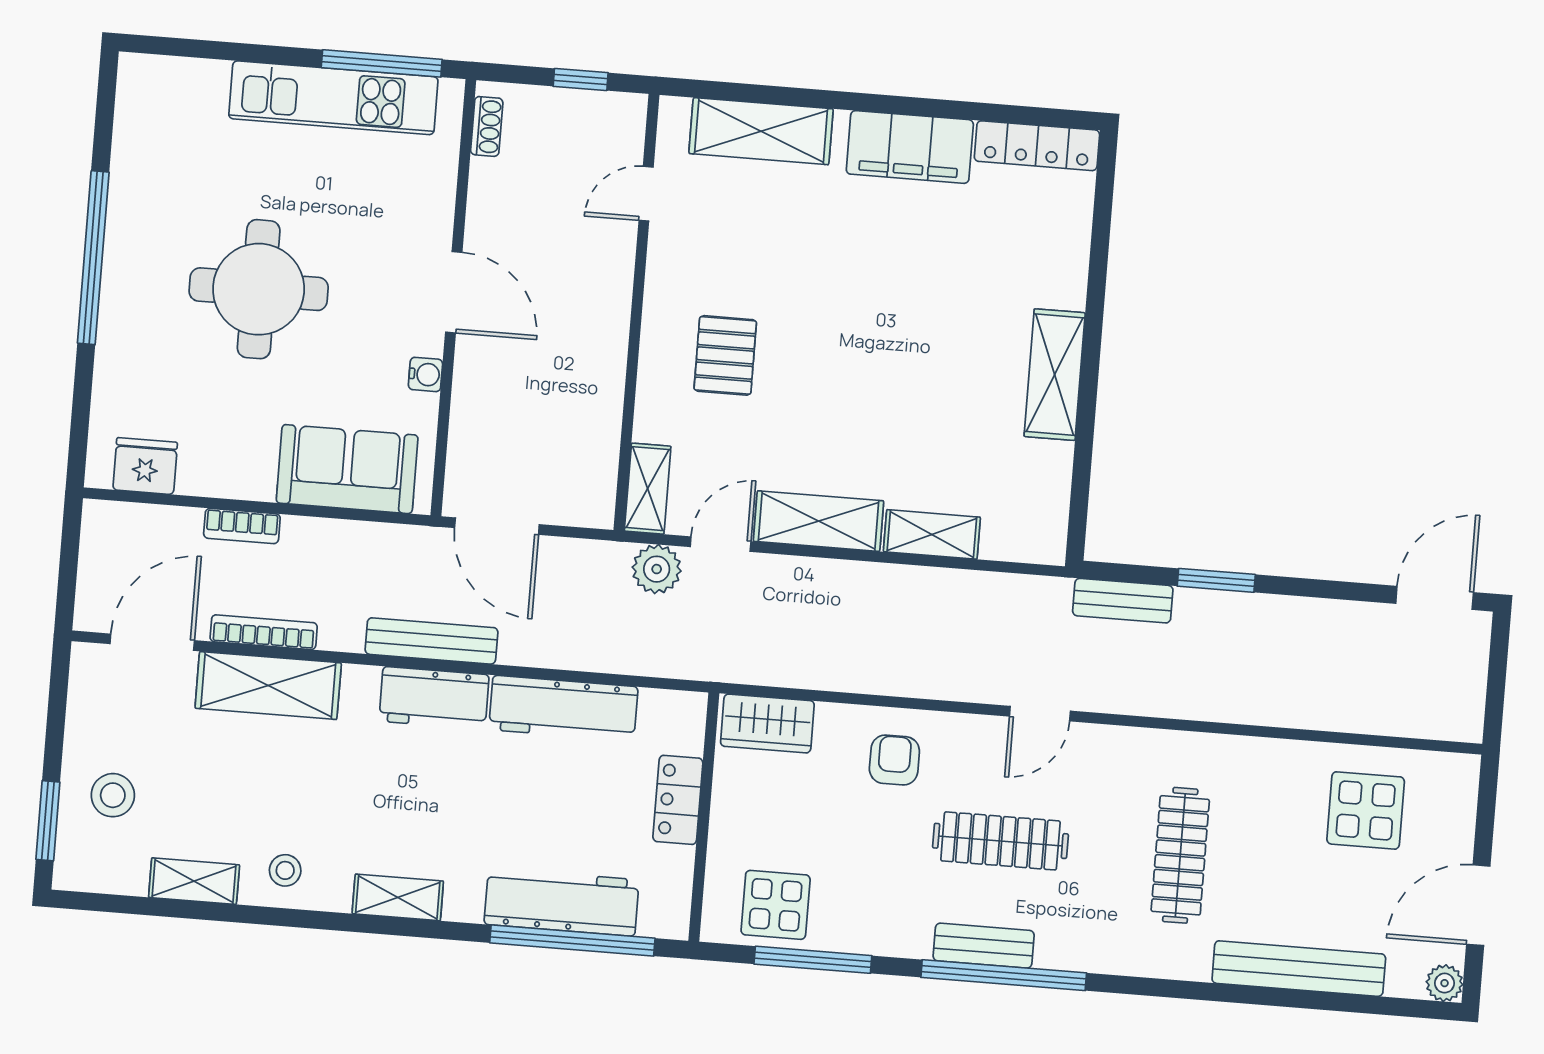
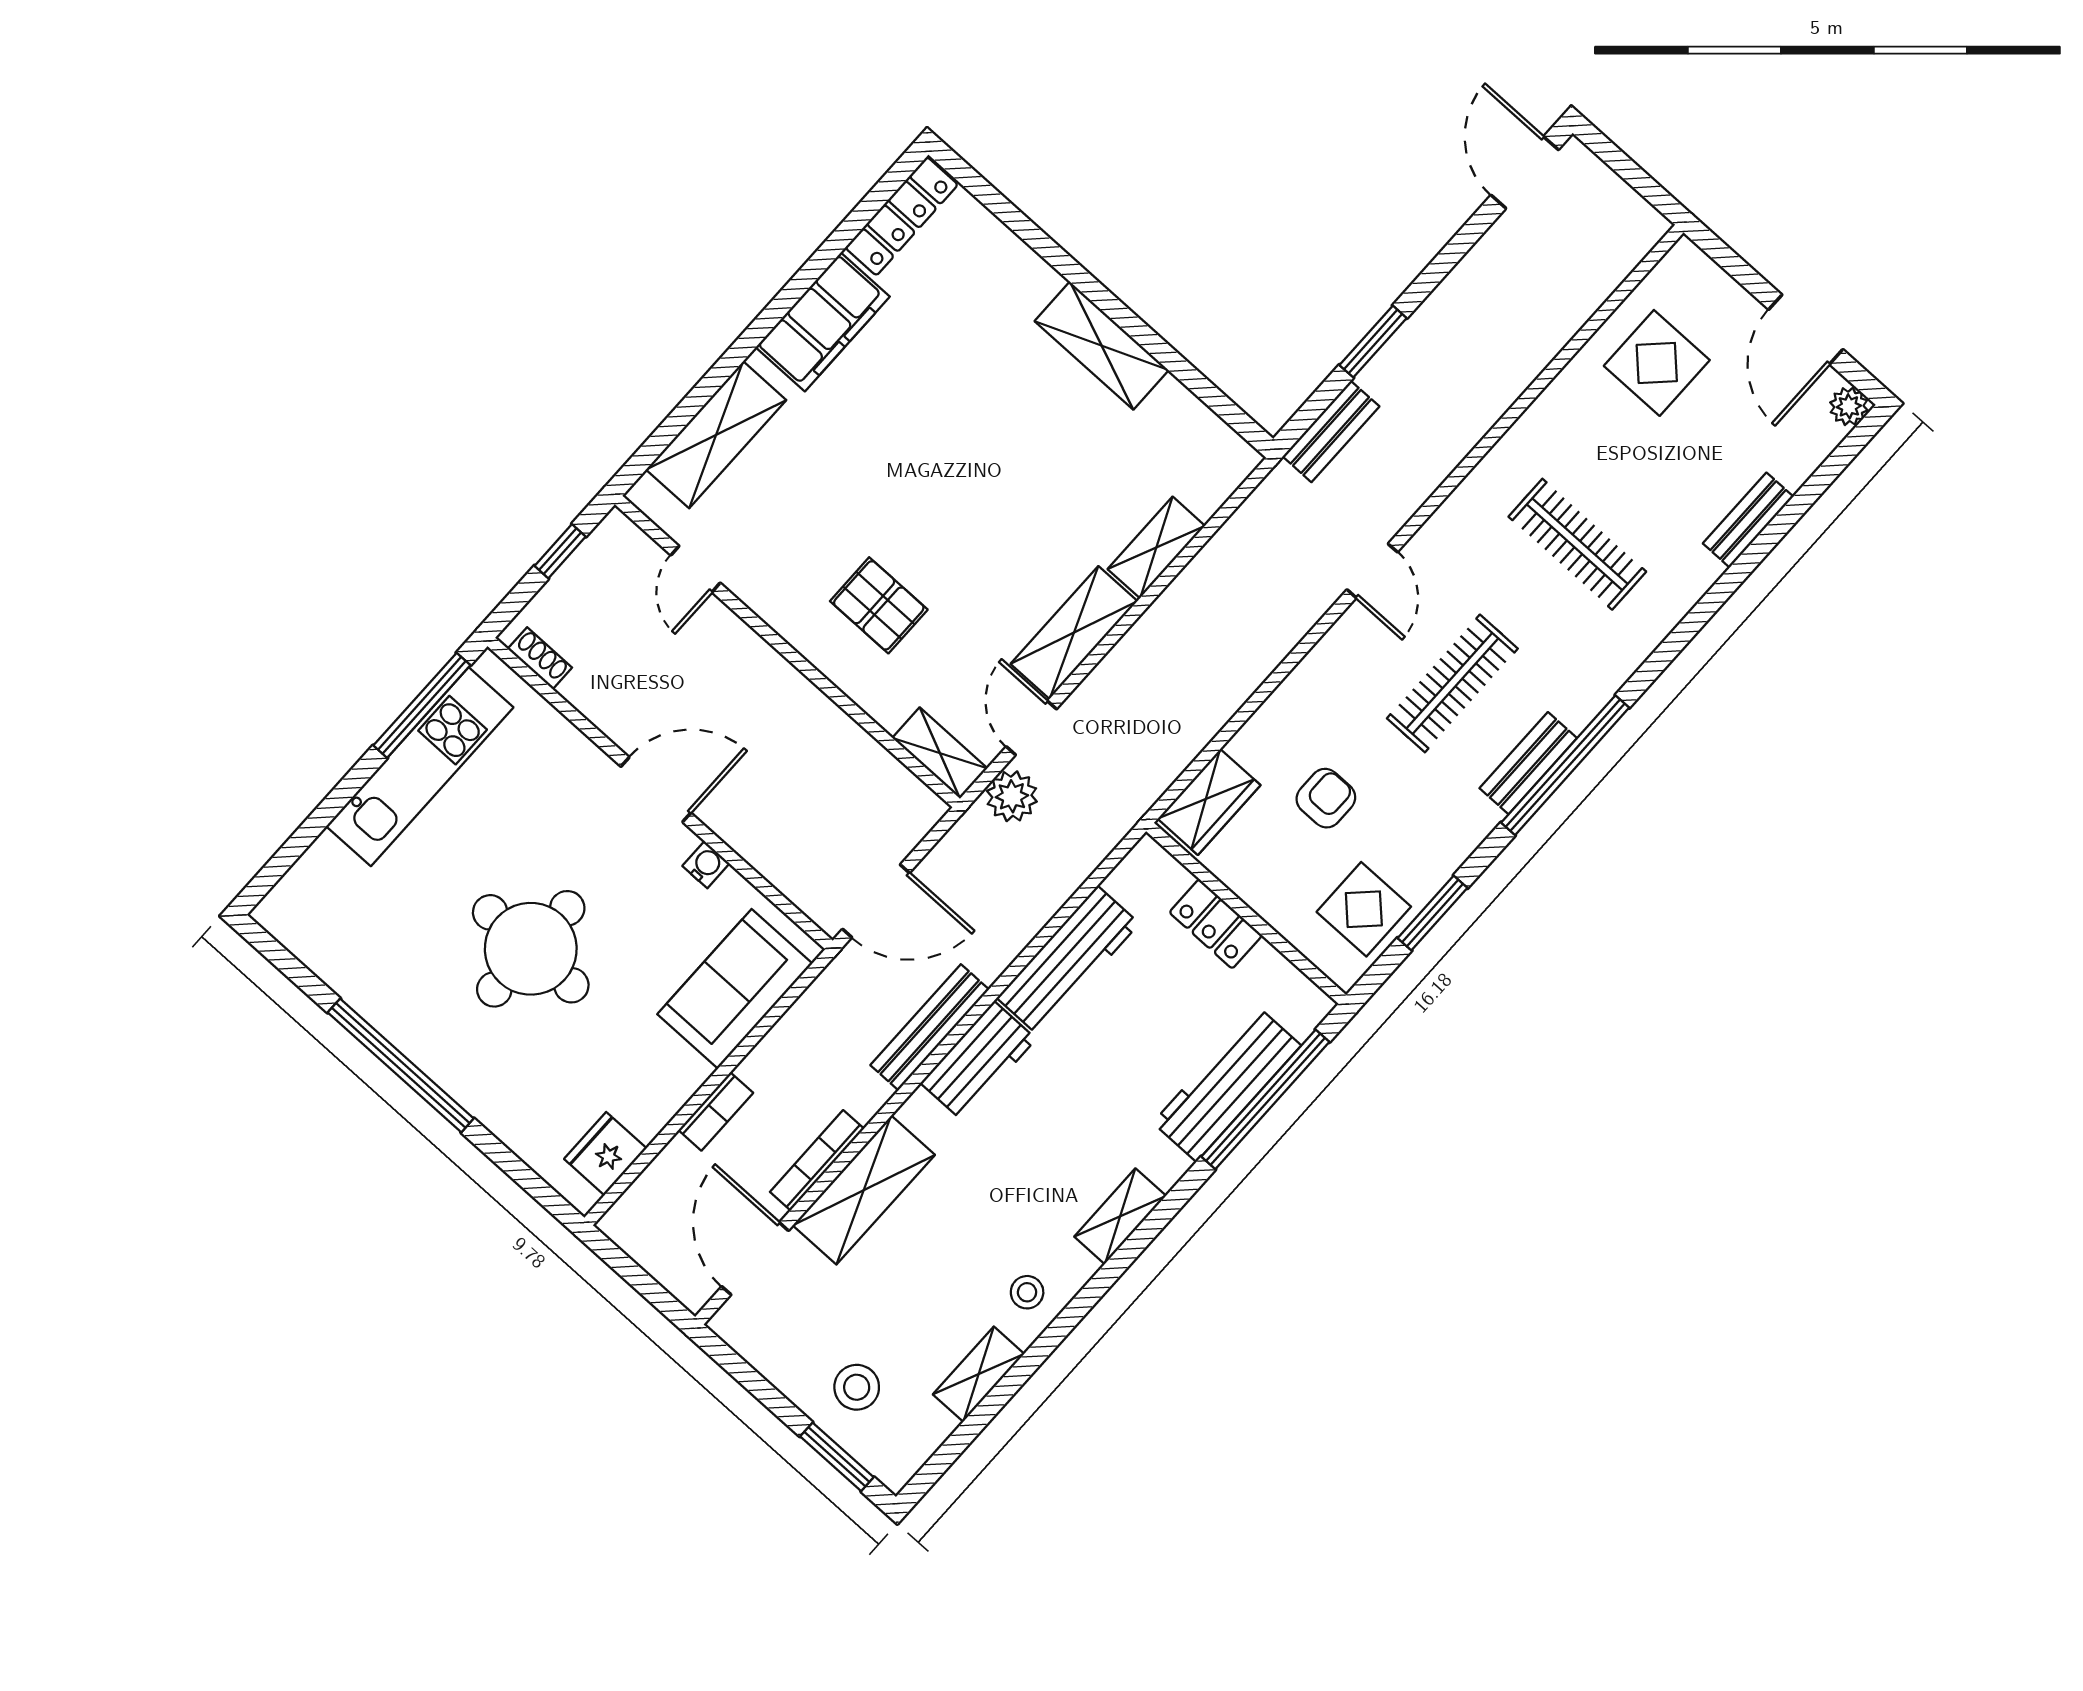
armchair: (894, 760) -> (1326, 798), moved, turned 90
window: (813, 960) -> (1433, 913), width x0.69
bench: (1299, 969) -> (1748, 520), width x0.54, depth x0.82

